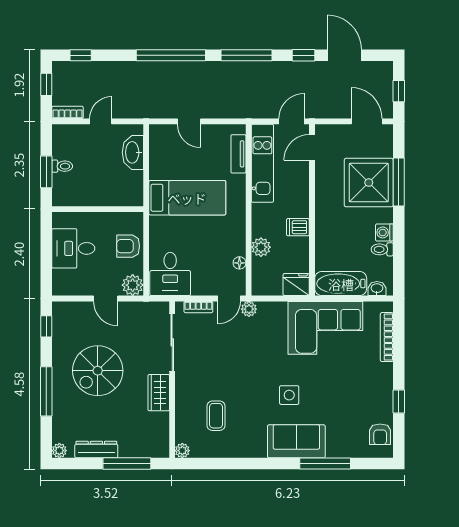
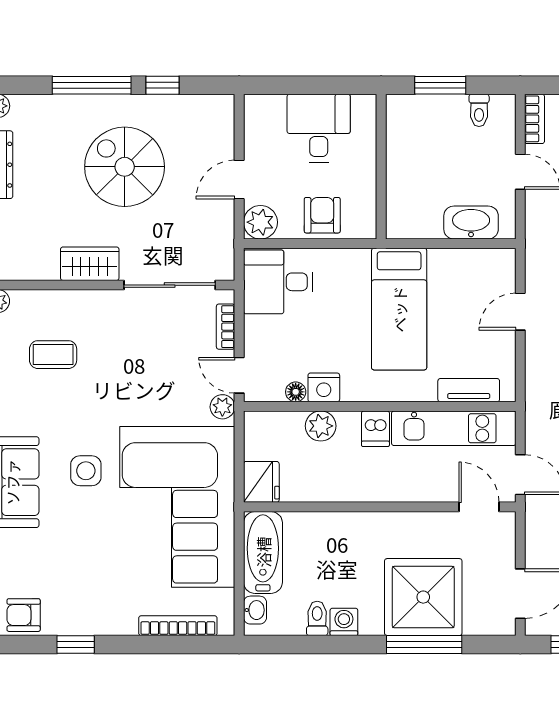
toilet: (62, 166) -> (479, 110), moved
dishwasher: (298, 227) -> (375, 429), moved, turned 180
nightstand: (237, 245) -> (324, 387), added
window: (46, 326) -> (163, 85), moved
corner sofa: (325, 328) -> (177, 507), width x1.36, depth x1.36

